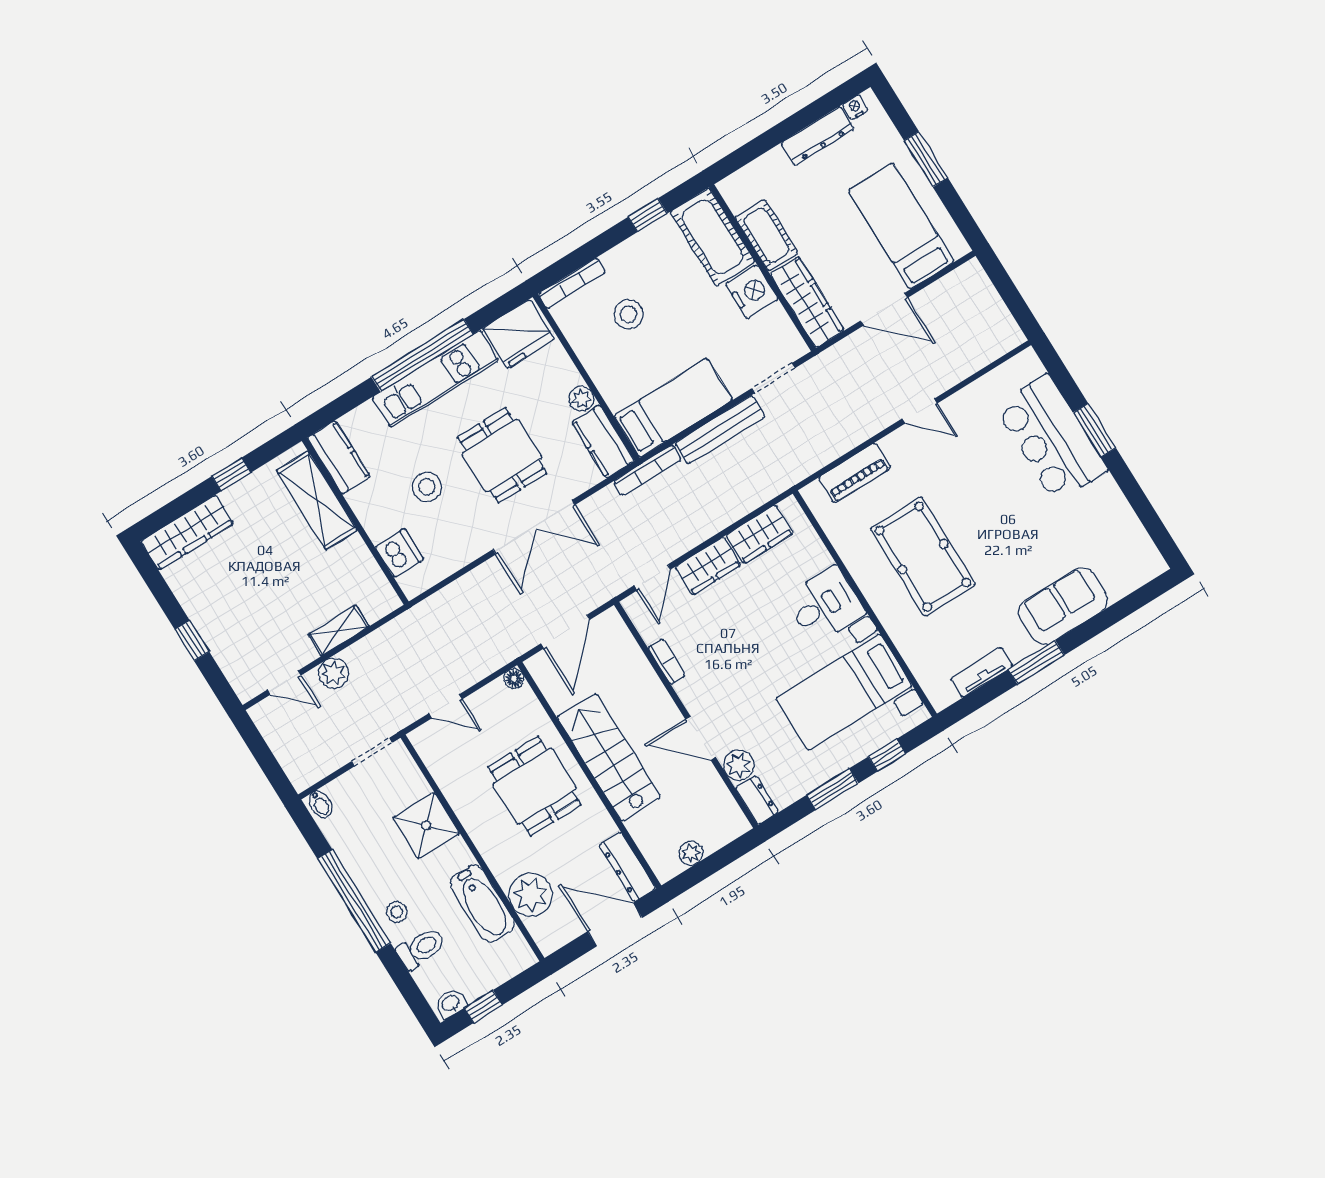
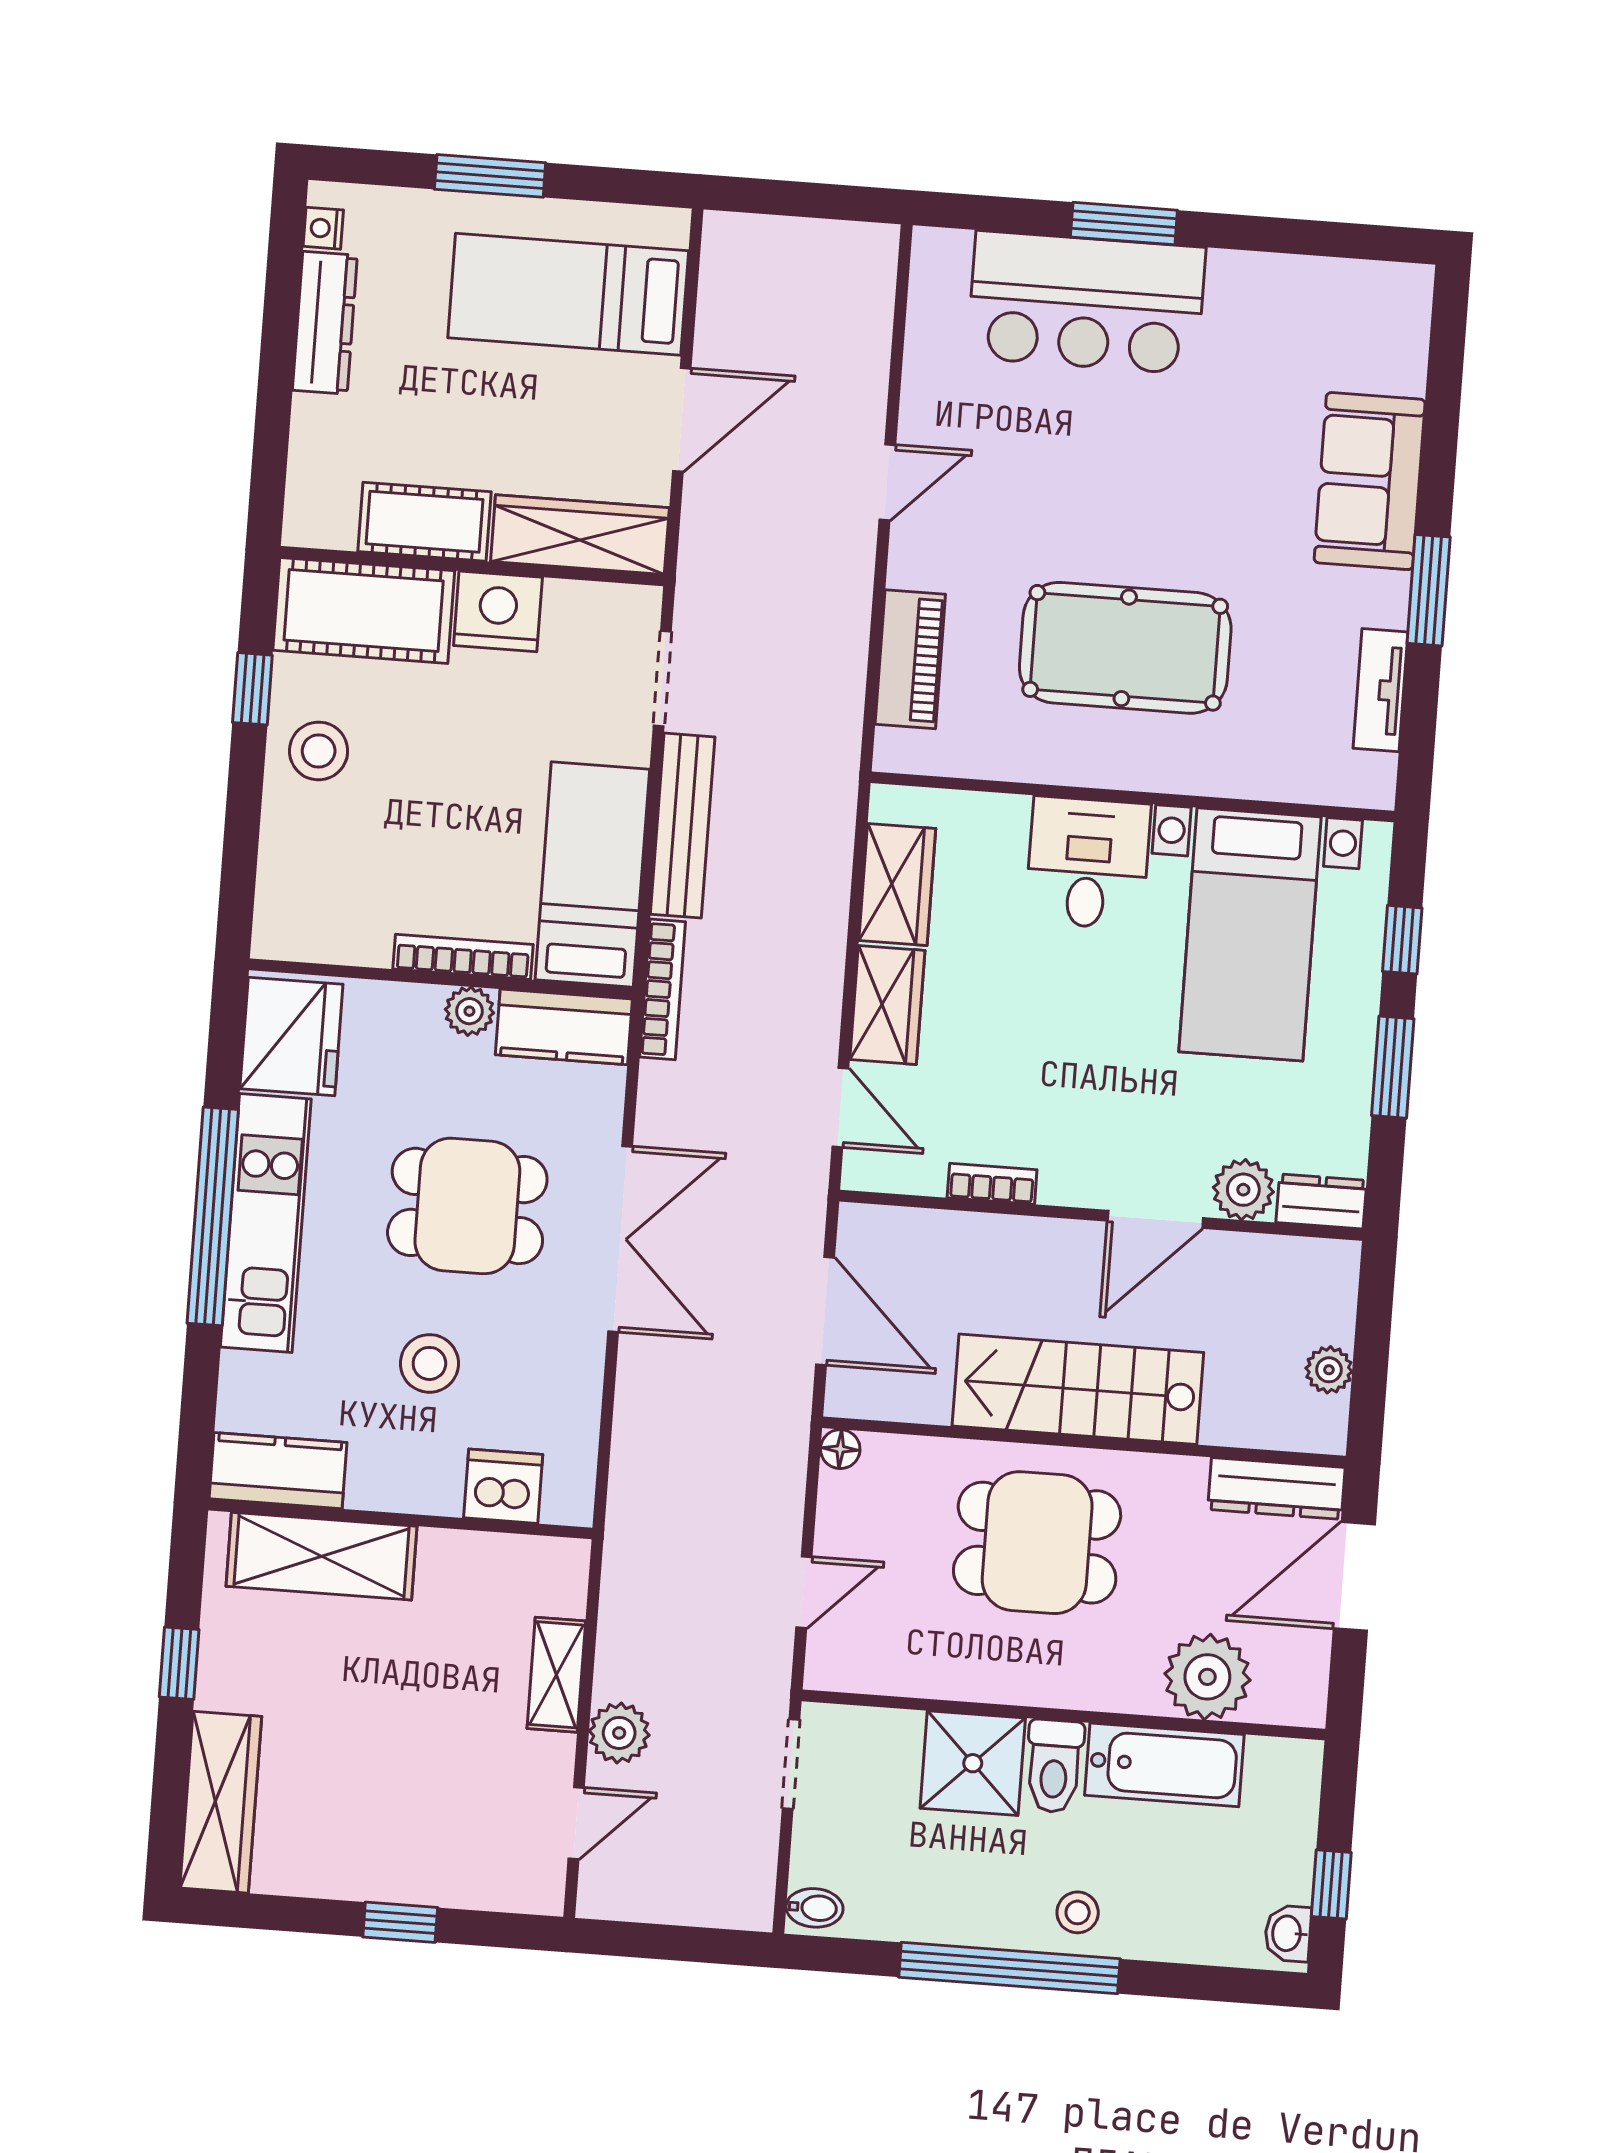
bookcase: (572, 283) -> (463, 957), moved, turned -90
stool: (628, 314) -> (319, 751), moved
toilet: (421, 948) -> (1054, 1766), moved, turned 180

